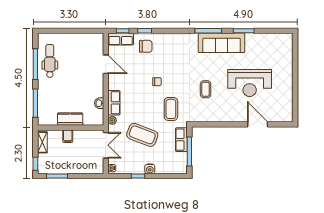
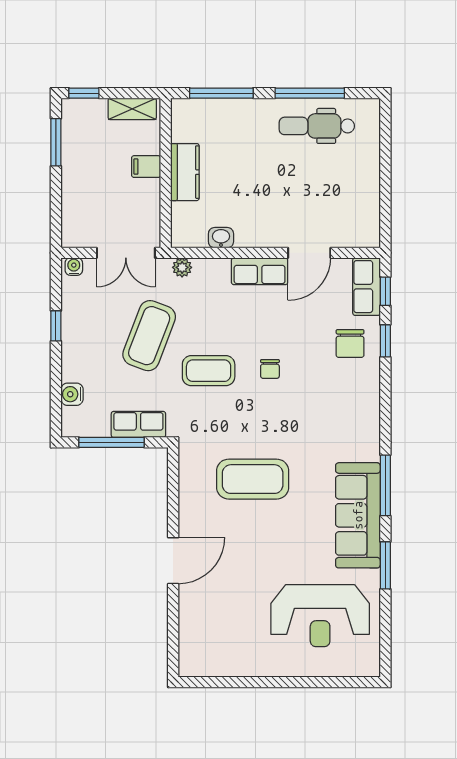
dental chair: (50, 61) -> (317, 126), turned 180
reception desk: (250, 83) -> (320, 616), moved, turned -90
coffee table: (206, 89) -> (253, 479), width x1.86, depth x1.72
row of seats: (114, 103) -> (260, 271), moved
coffee table: (171, 109) -> (209, 371), moved
door: (258, 124) -> (173, 561), moved
water cooler: (150, 169) -> (72, 394), moved

